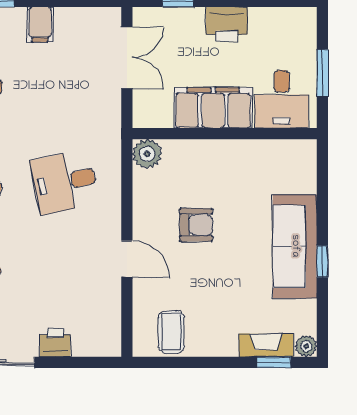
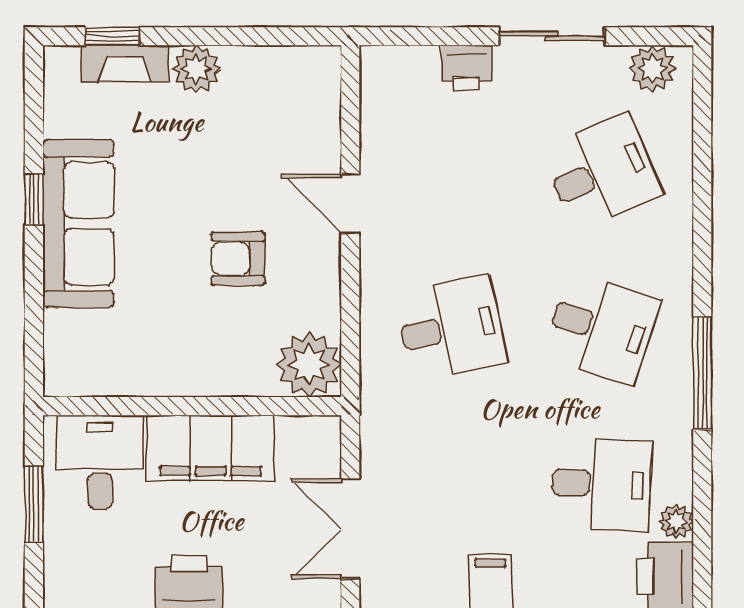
plant: (147, 154) -> (309, 365), width x1.36, depth x1.36
coffee table: (171, 332) -> (279, 85), removed
plant: (306, 346) -> (196, 69), moved, width x1.38, depth x1.38

